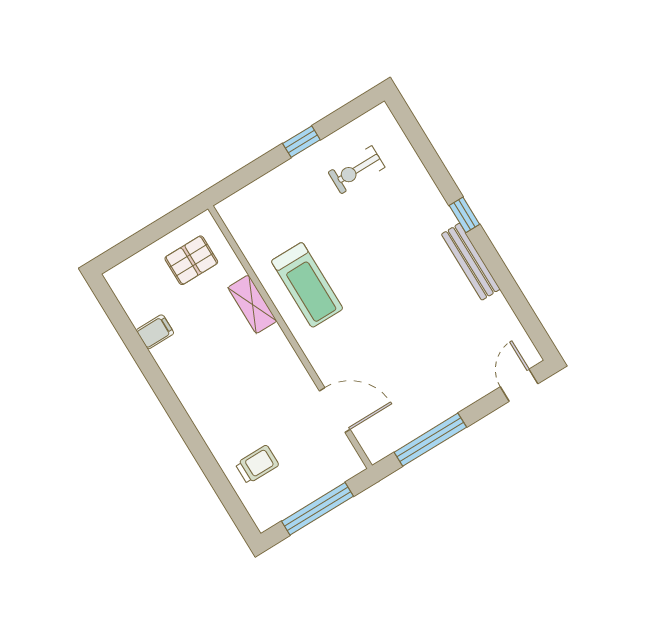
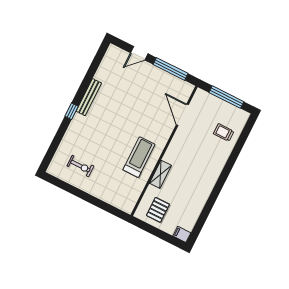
window: (301, 142) -> (83, 195), removed
pallet: (191, 260) -> (158, 210), turned 90
filing cabinet: (155, 332) -> (182, 234), moved
door: (519, 385) -> (139, 53), moved

